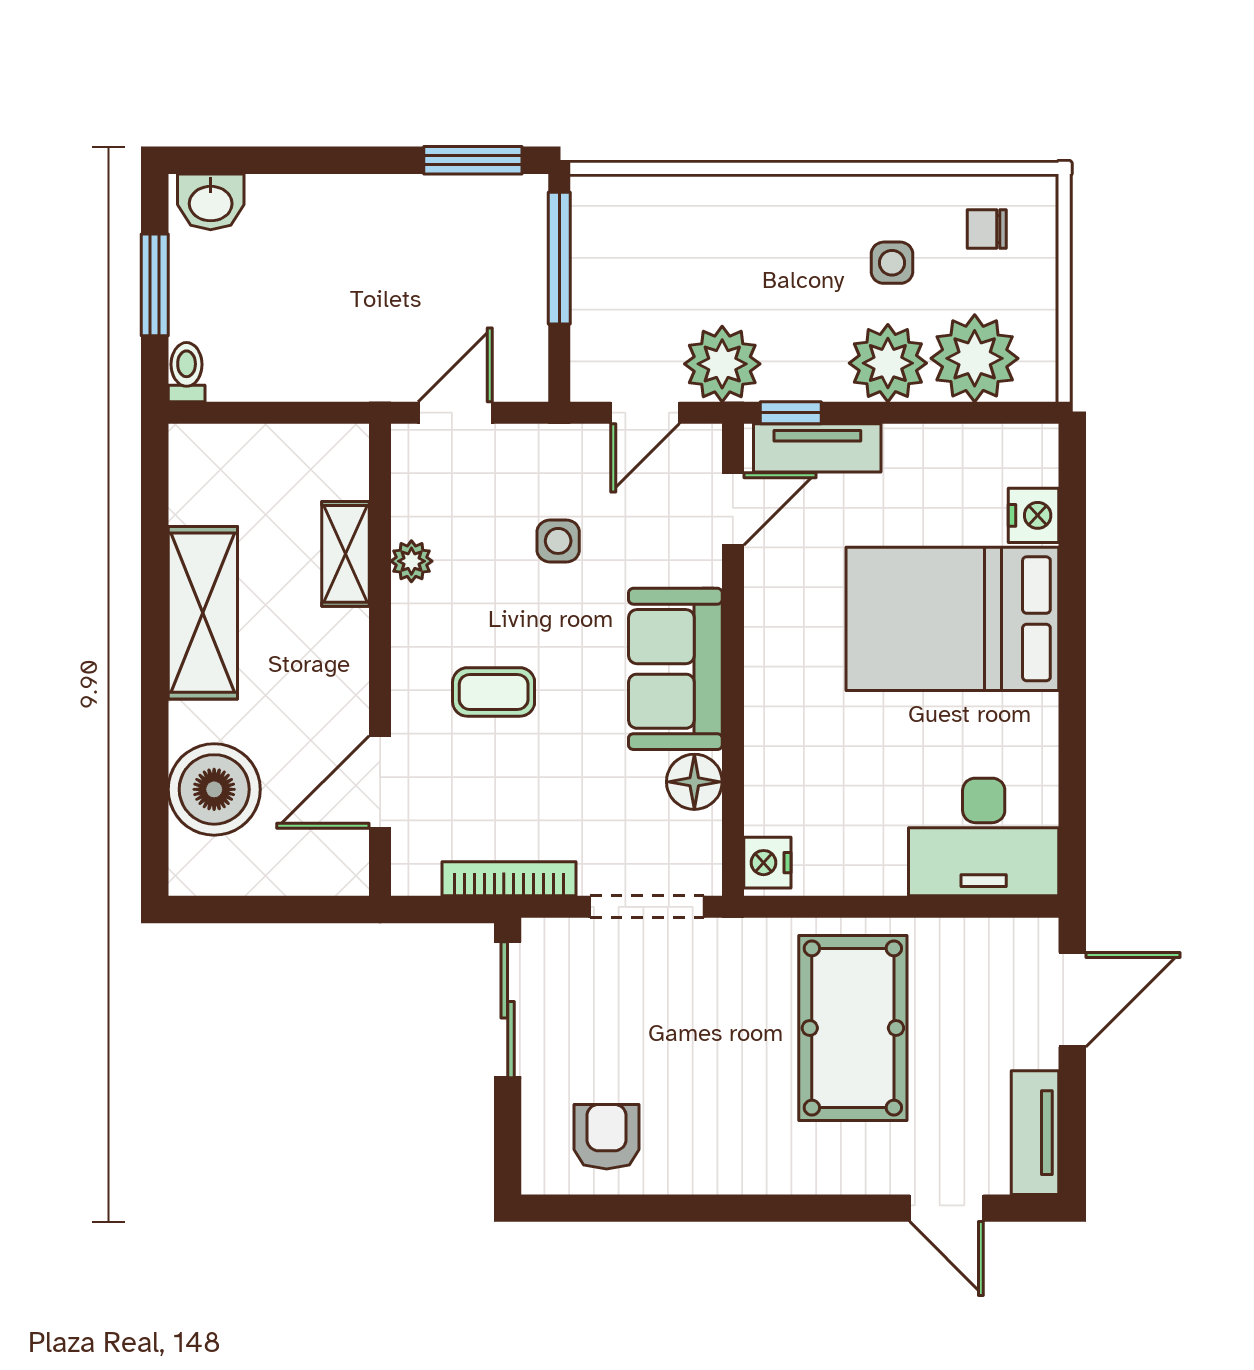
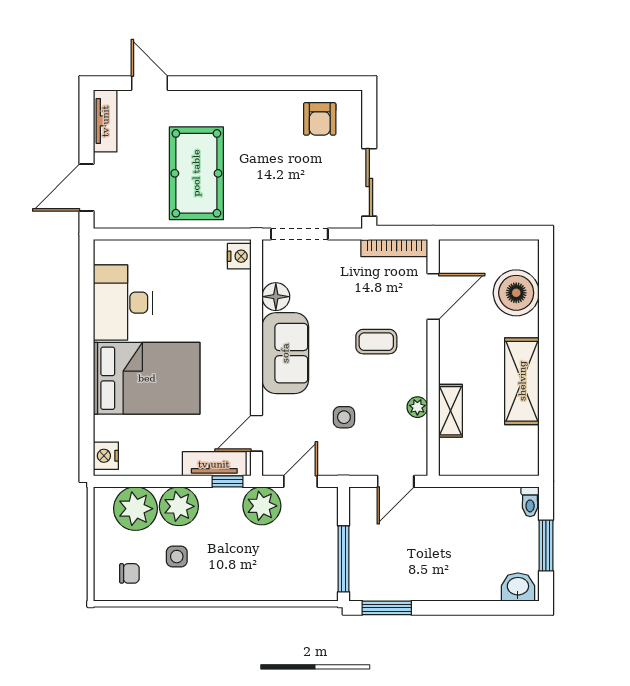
nightstand: (1034, 515) -> (106, 456), moved
desk: (984, 837) -> (123, 303), moved, turned -90
bookcase: (509, 879) -> (394, 248), moved

